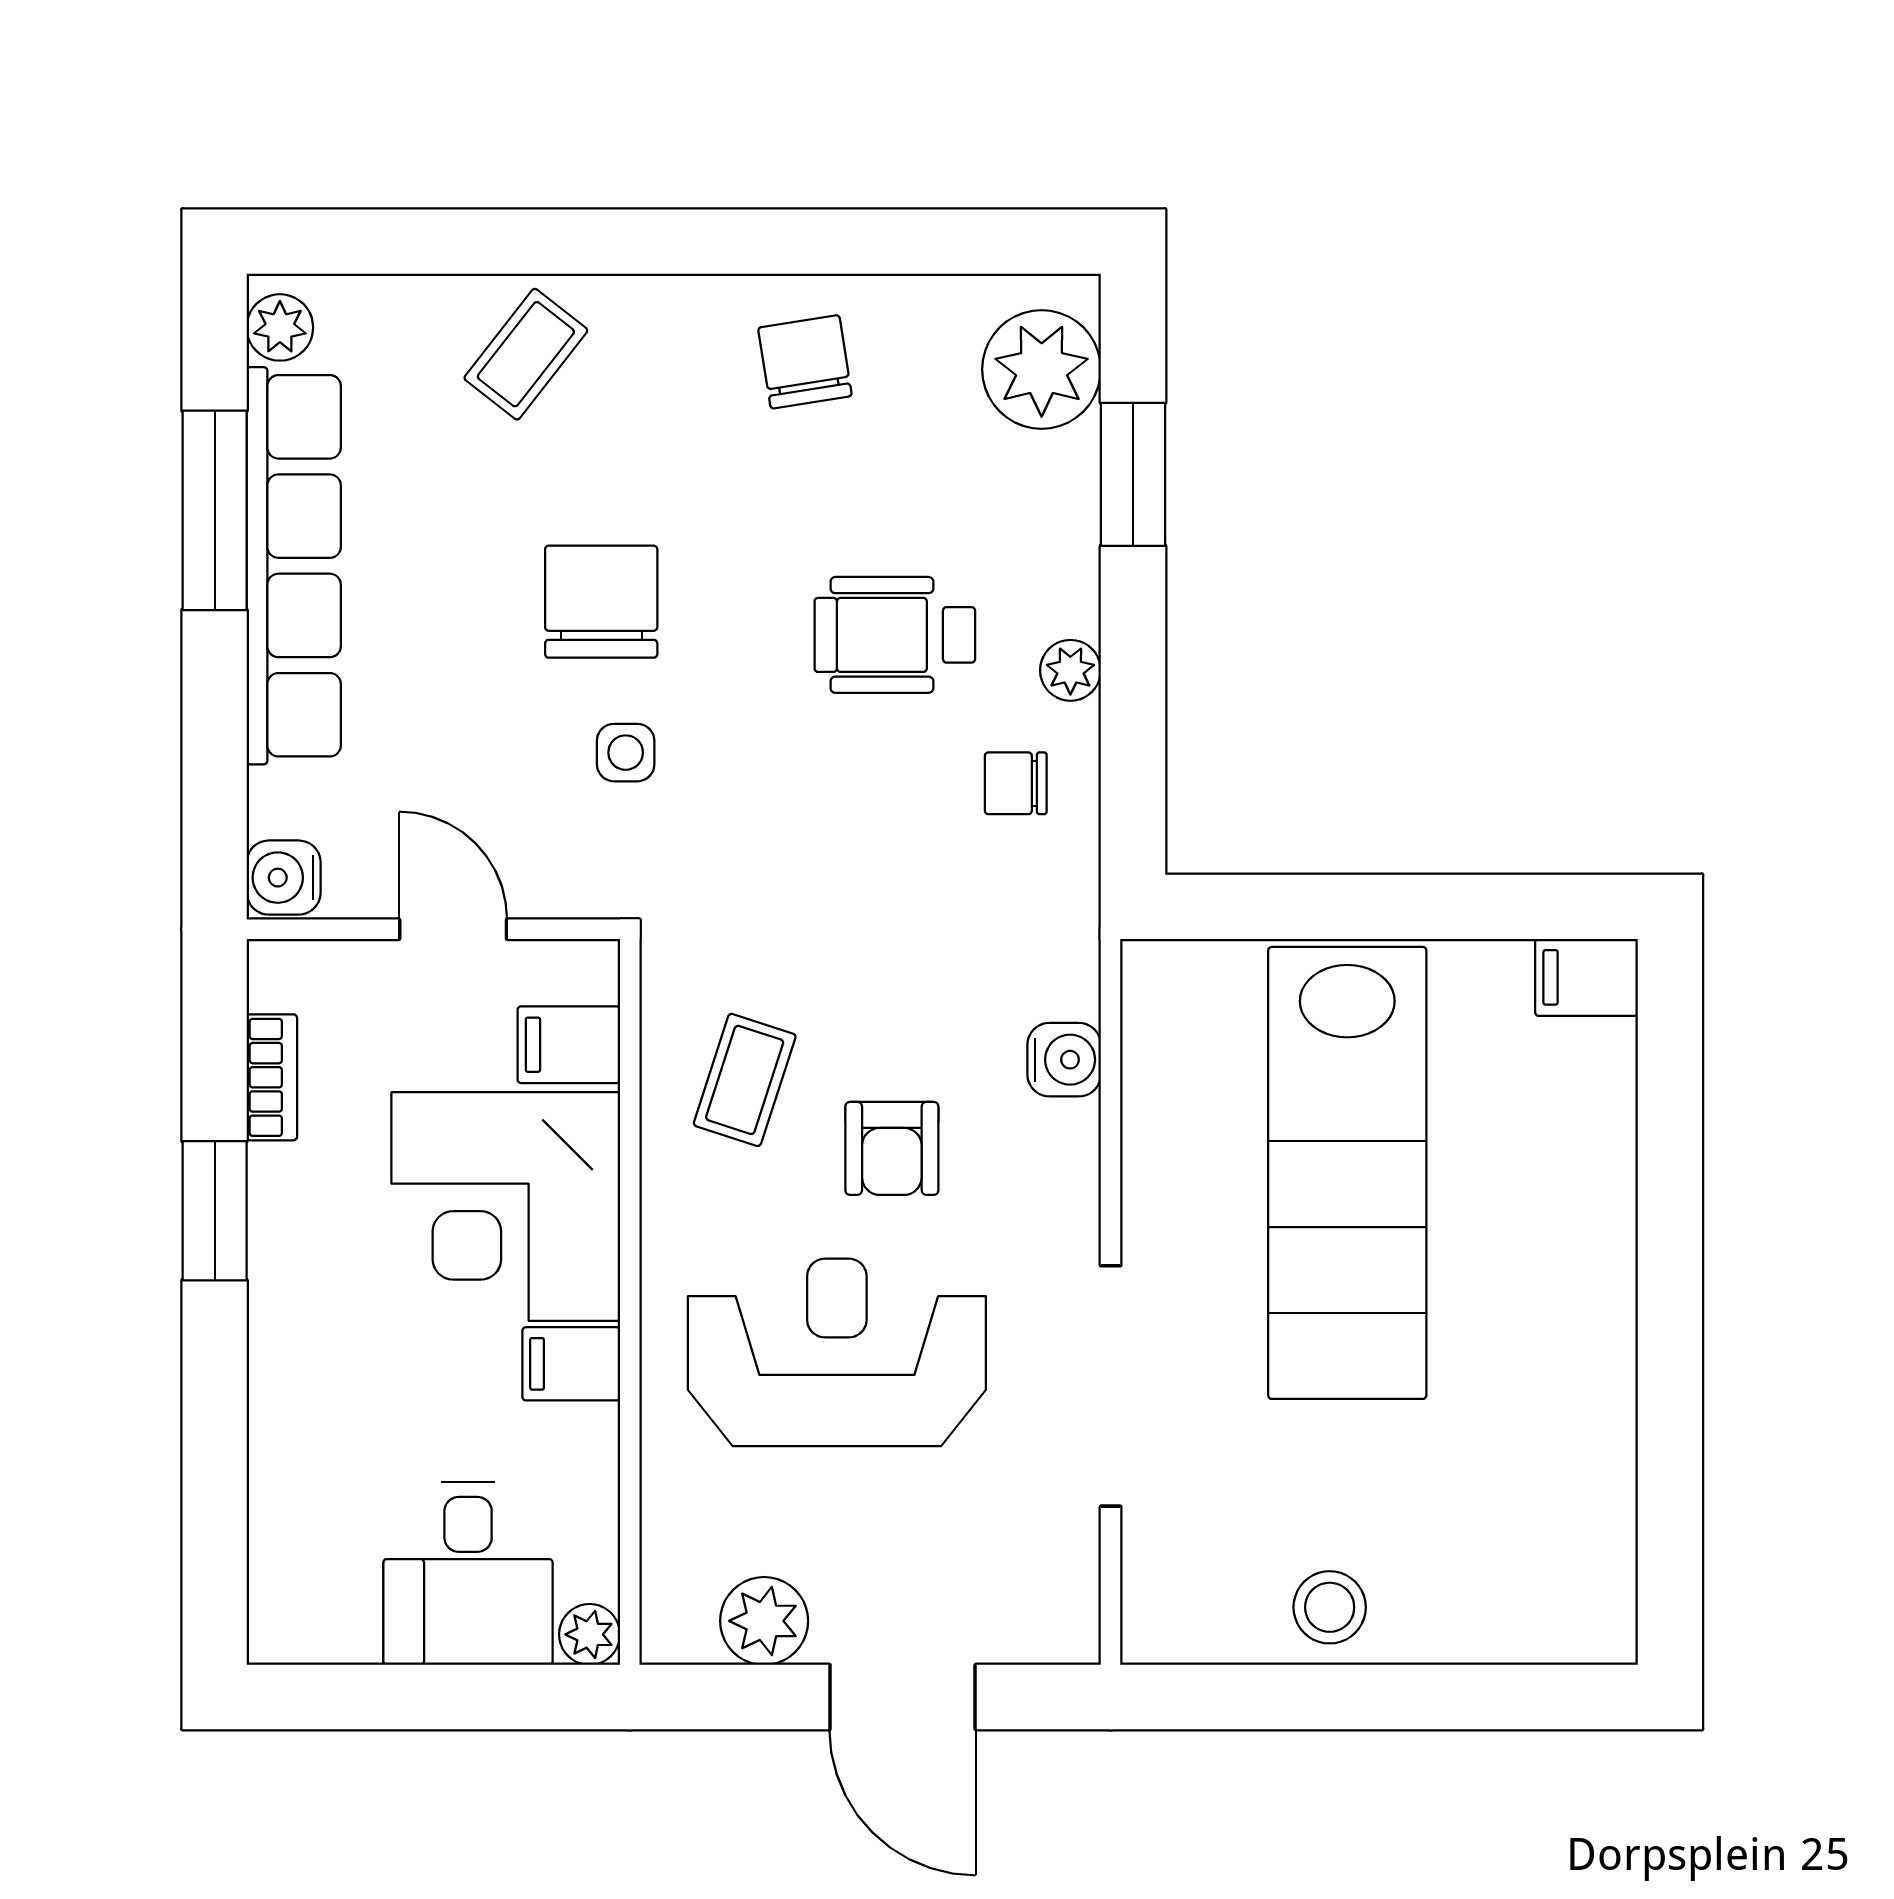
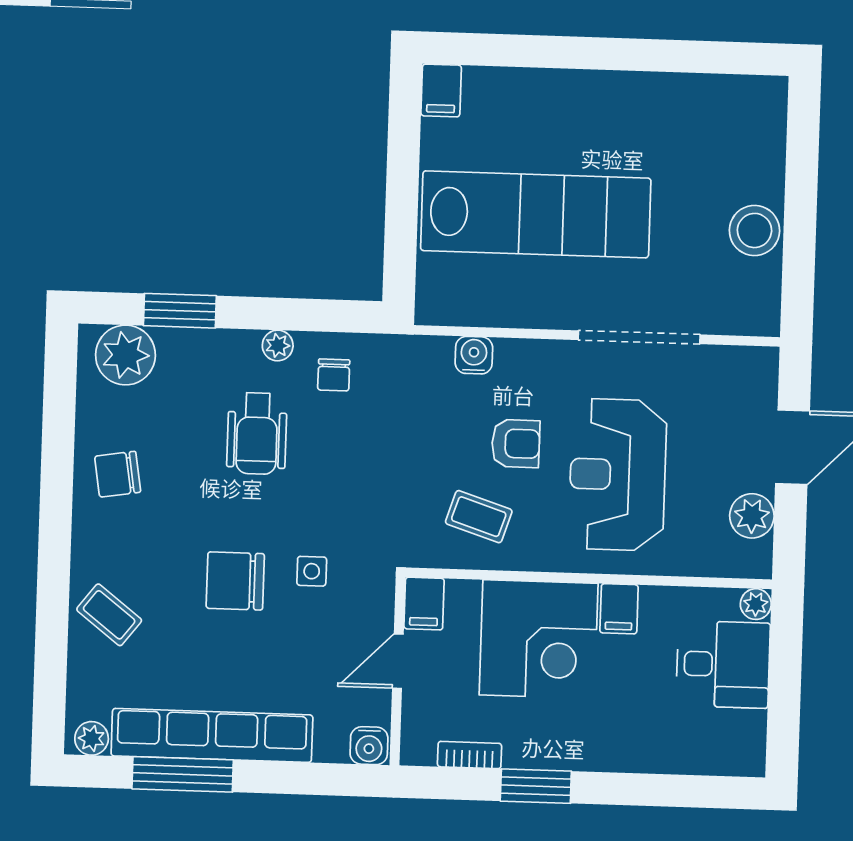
filing cabinet: (569, 1045) -> (424, 604), moved
stool: (1330, 1607) -> (754, 230), width x1.38, depth x1.38

